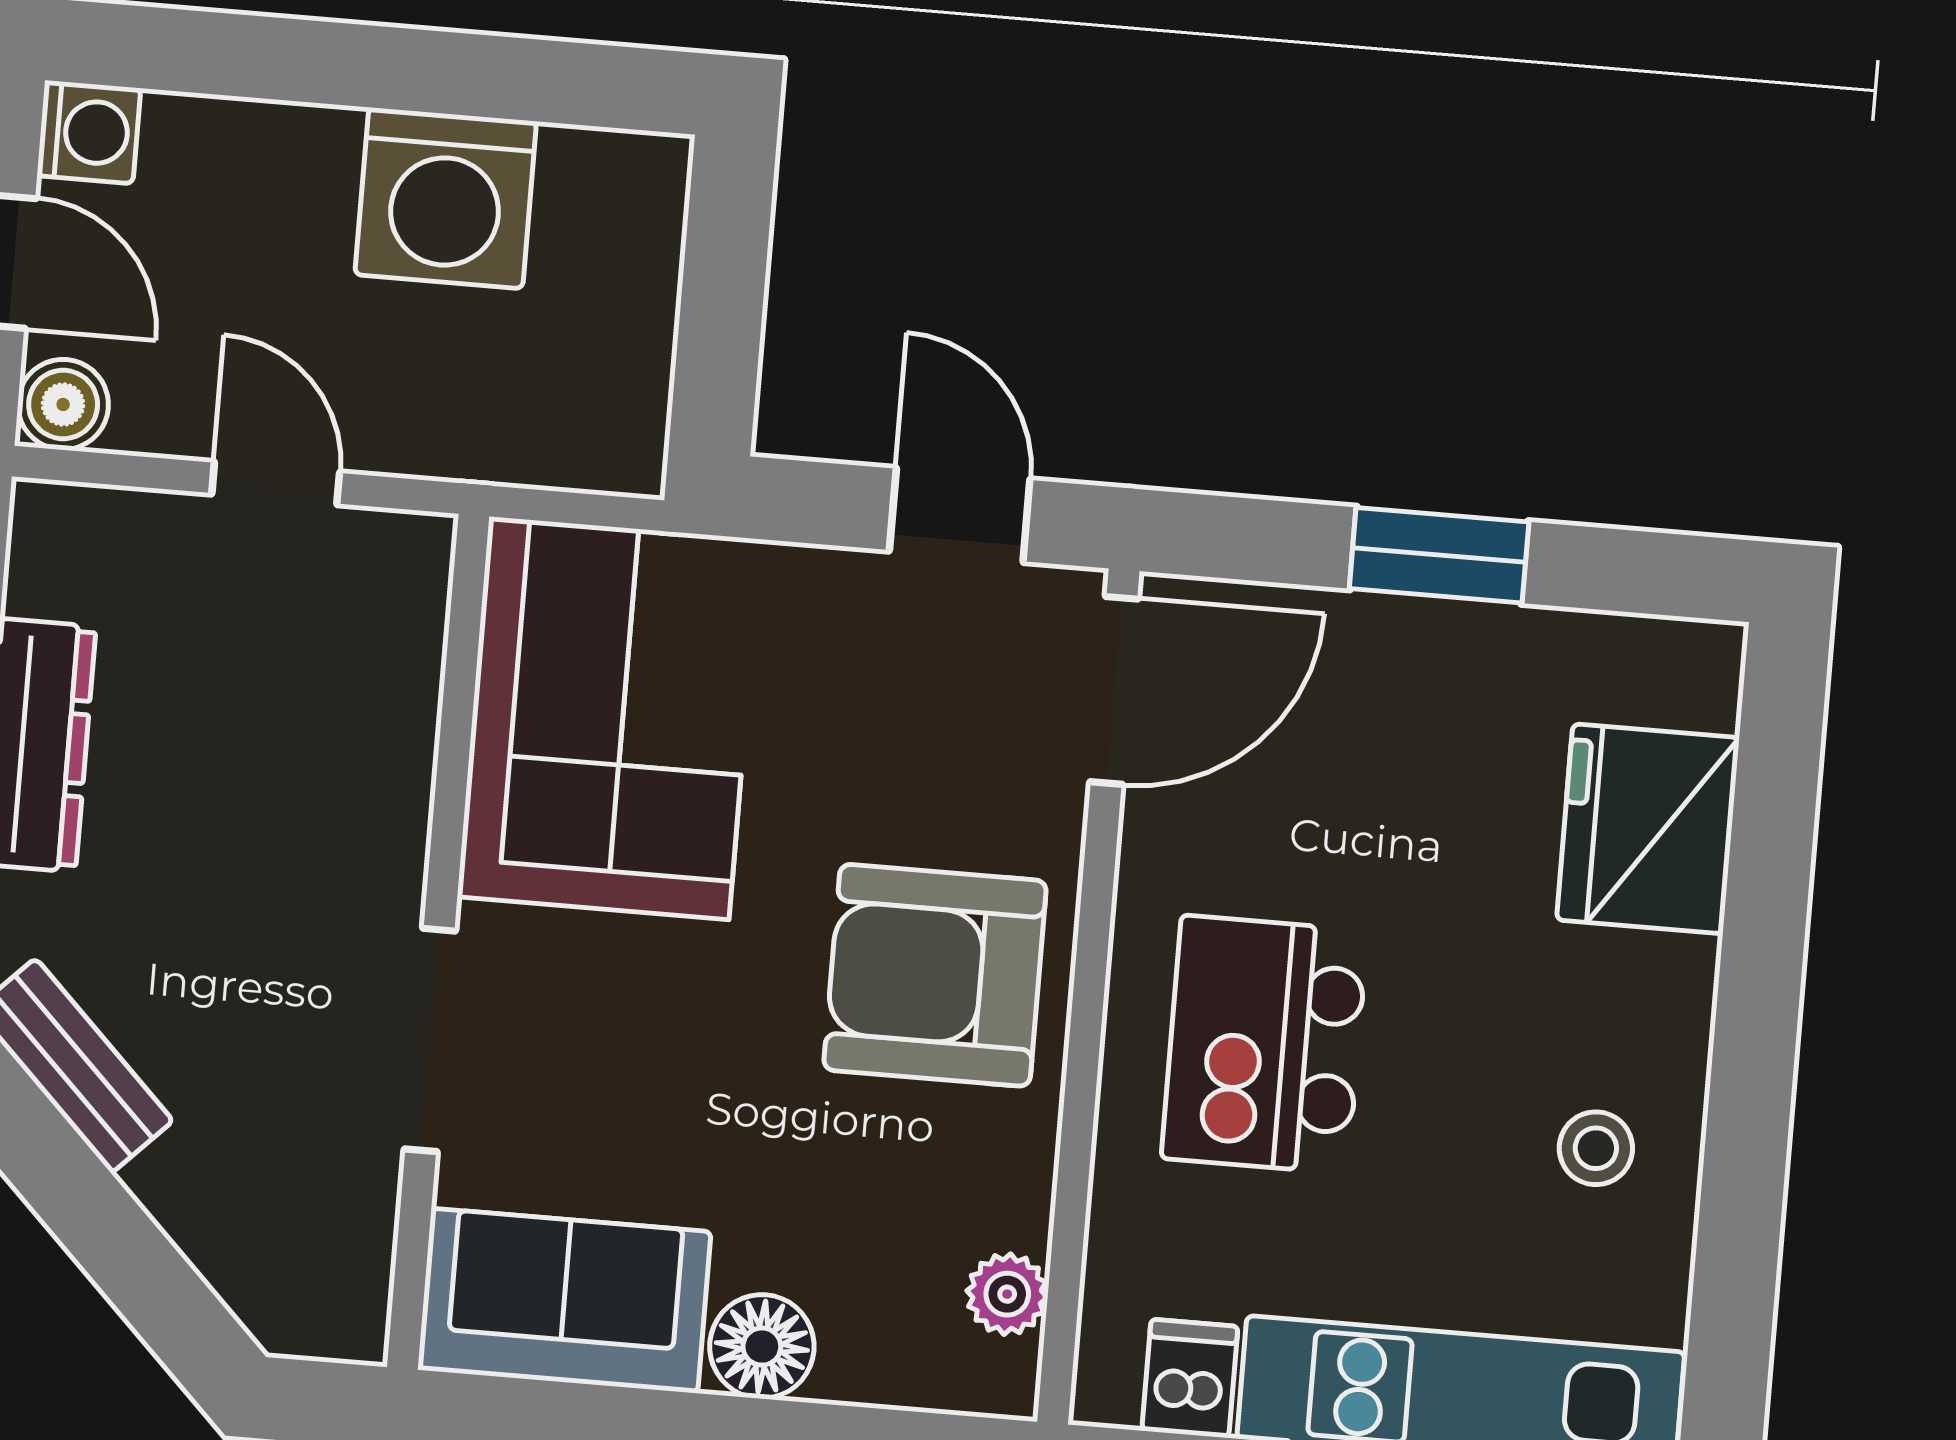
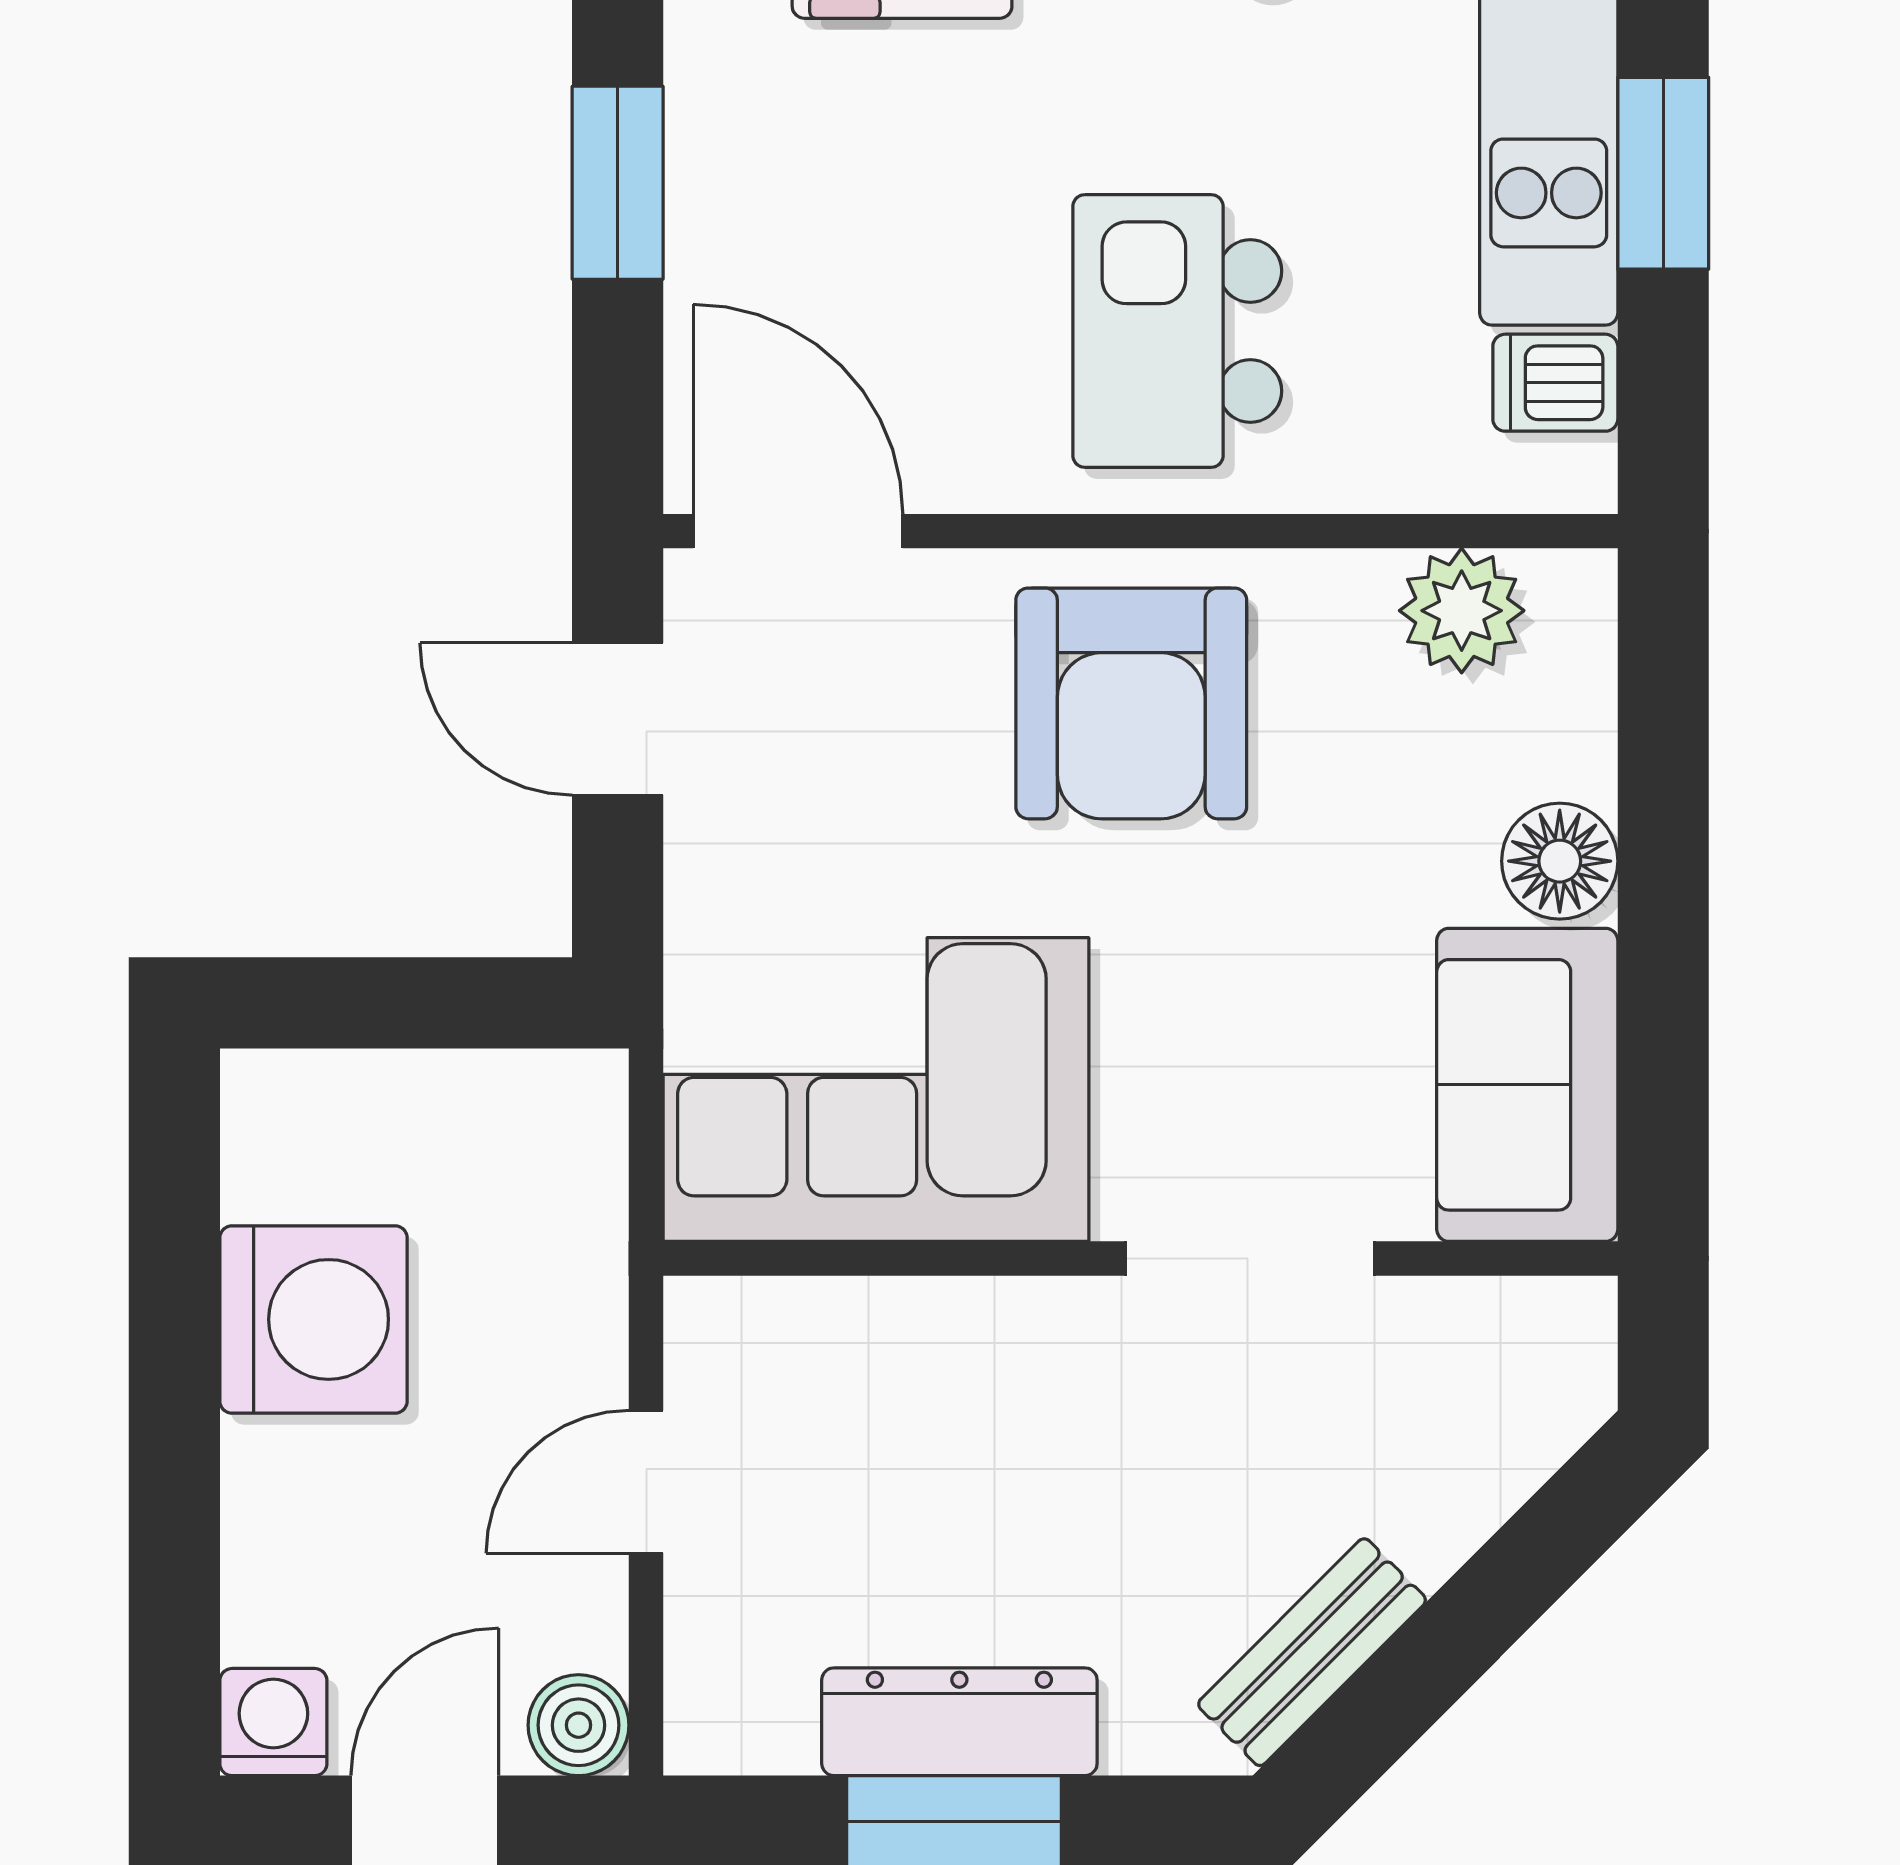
door: (960, 515) -> (618, 719), hinge flipped
kitchen island: (1264, 1044) -> (1177, 331), turned 90
plant: (1007, 1294) -> (1462, 611), width x1.38, depth x1.38

